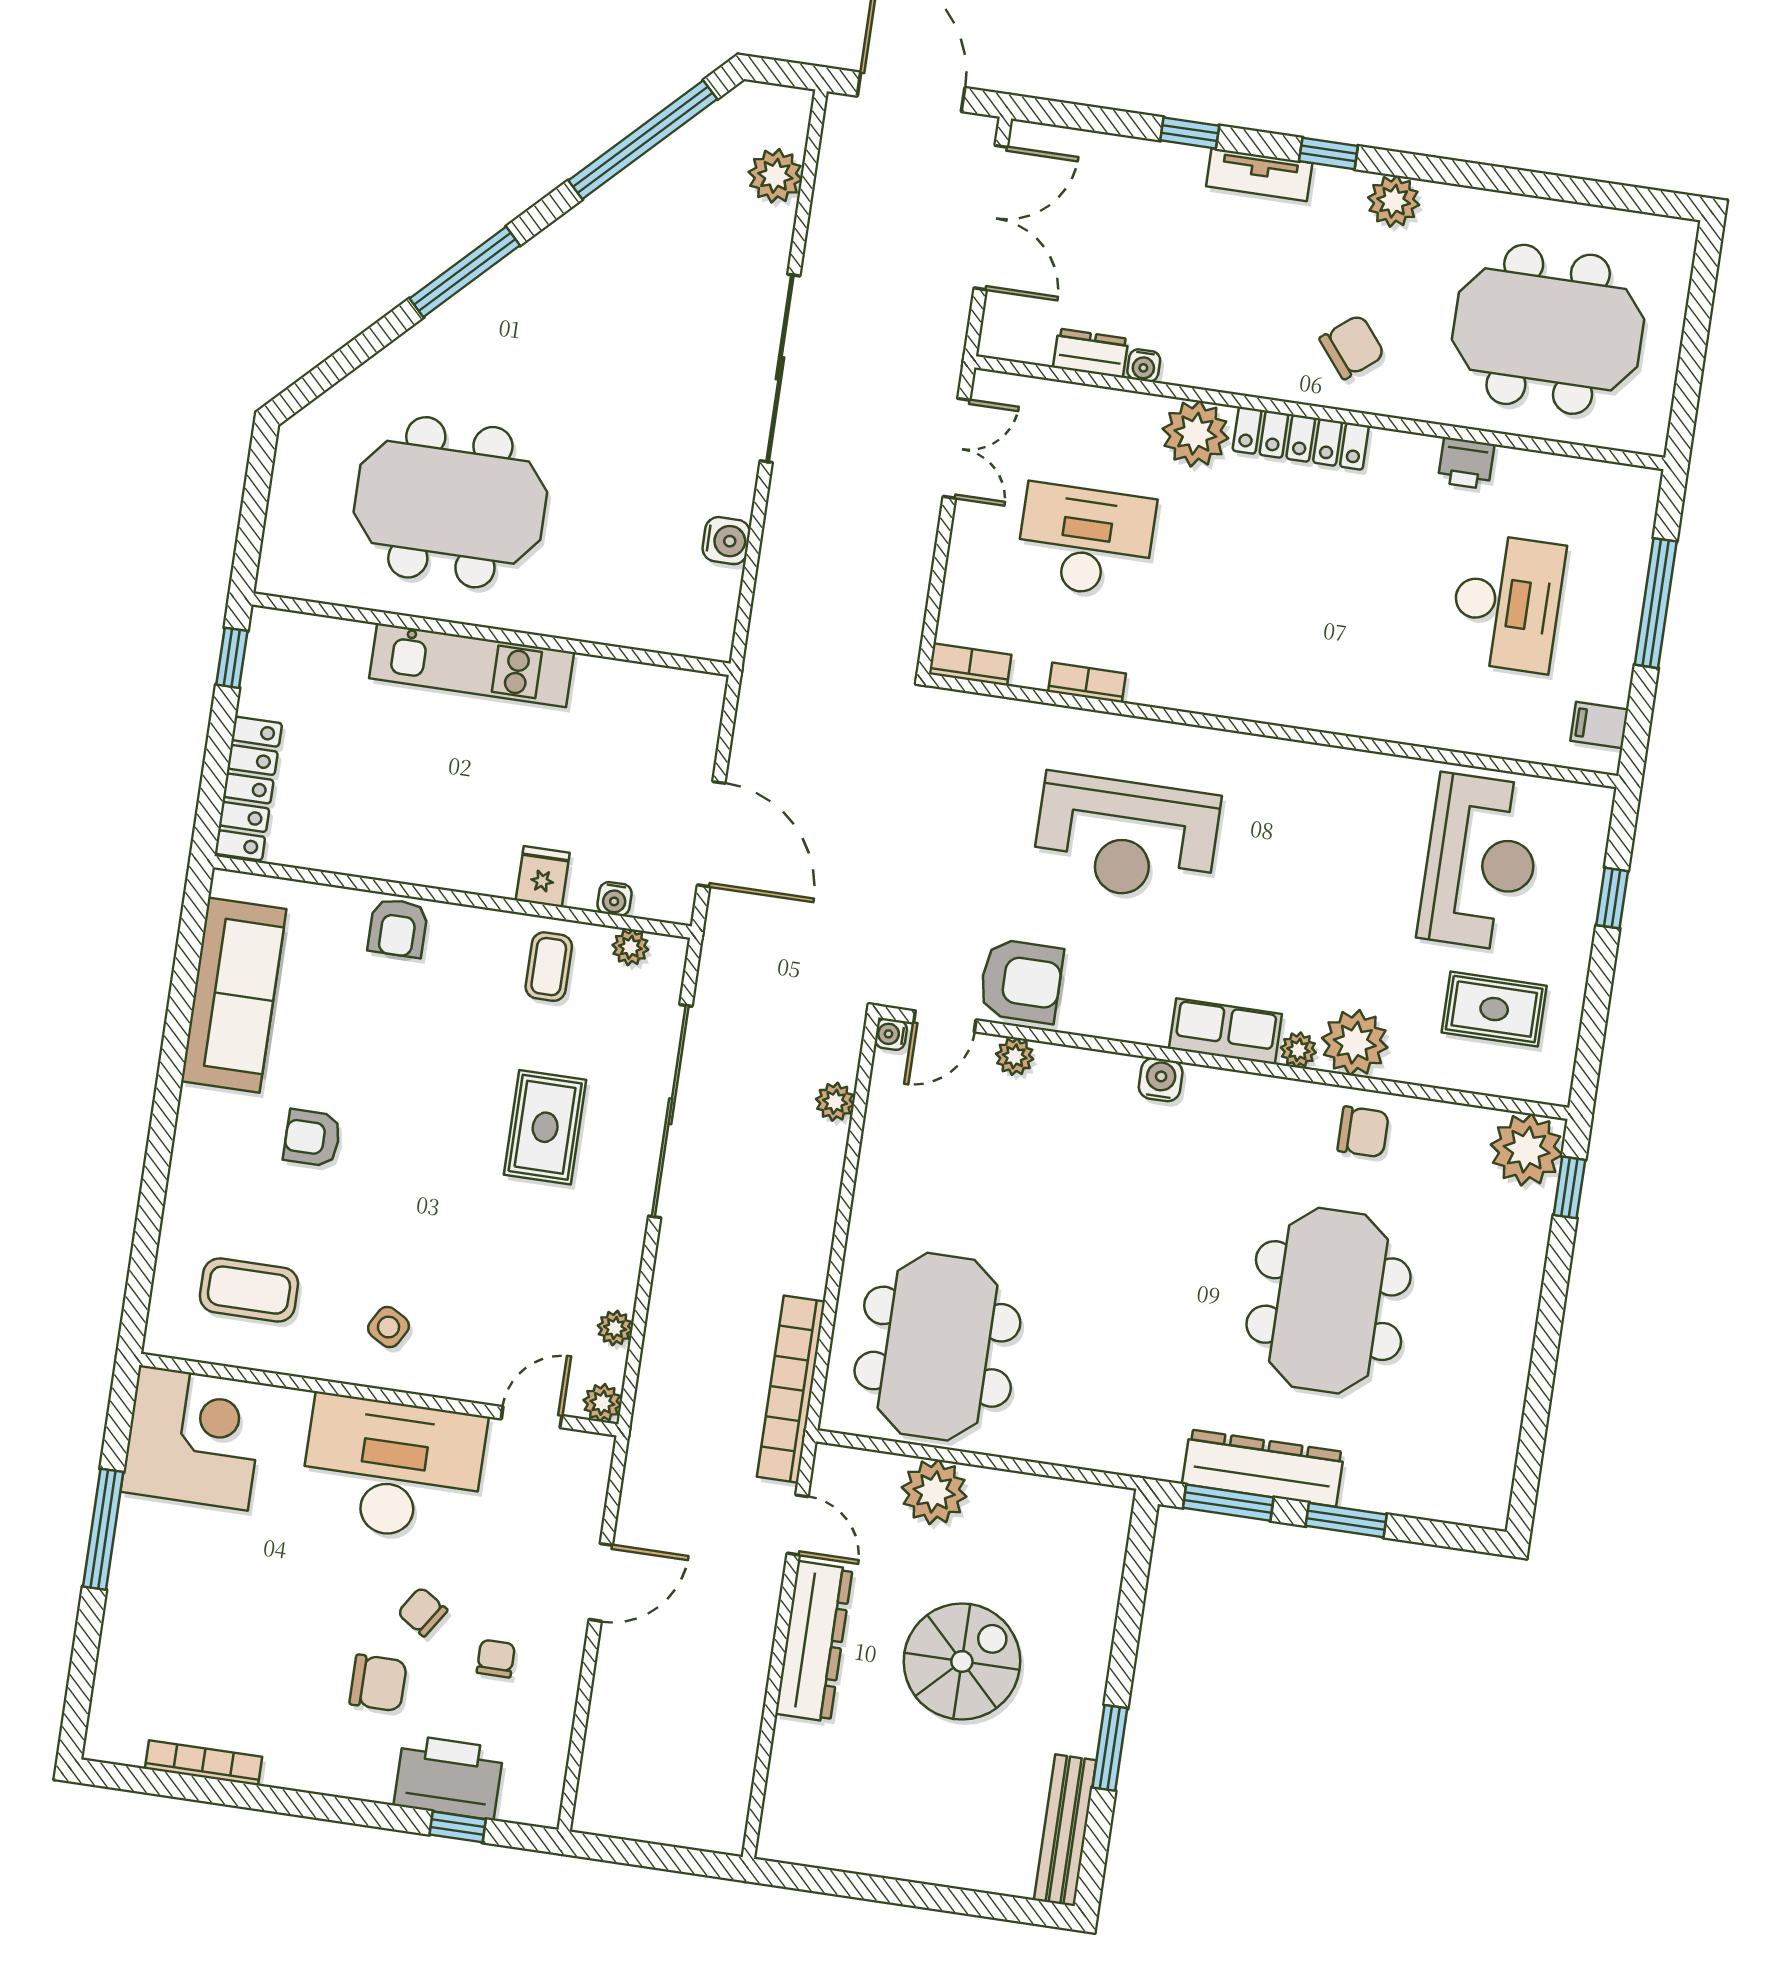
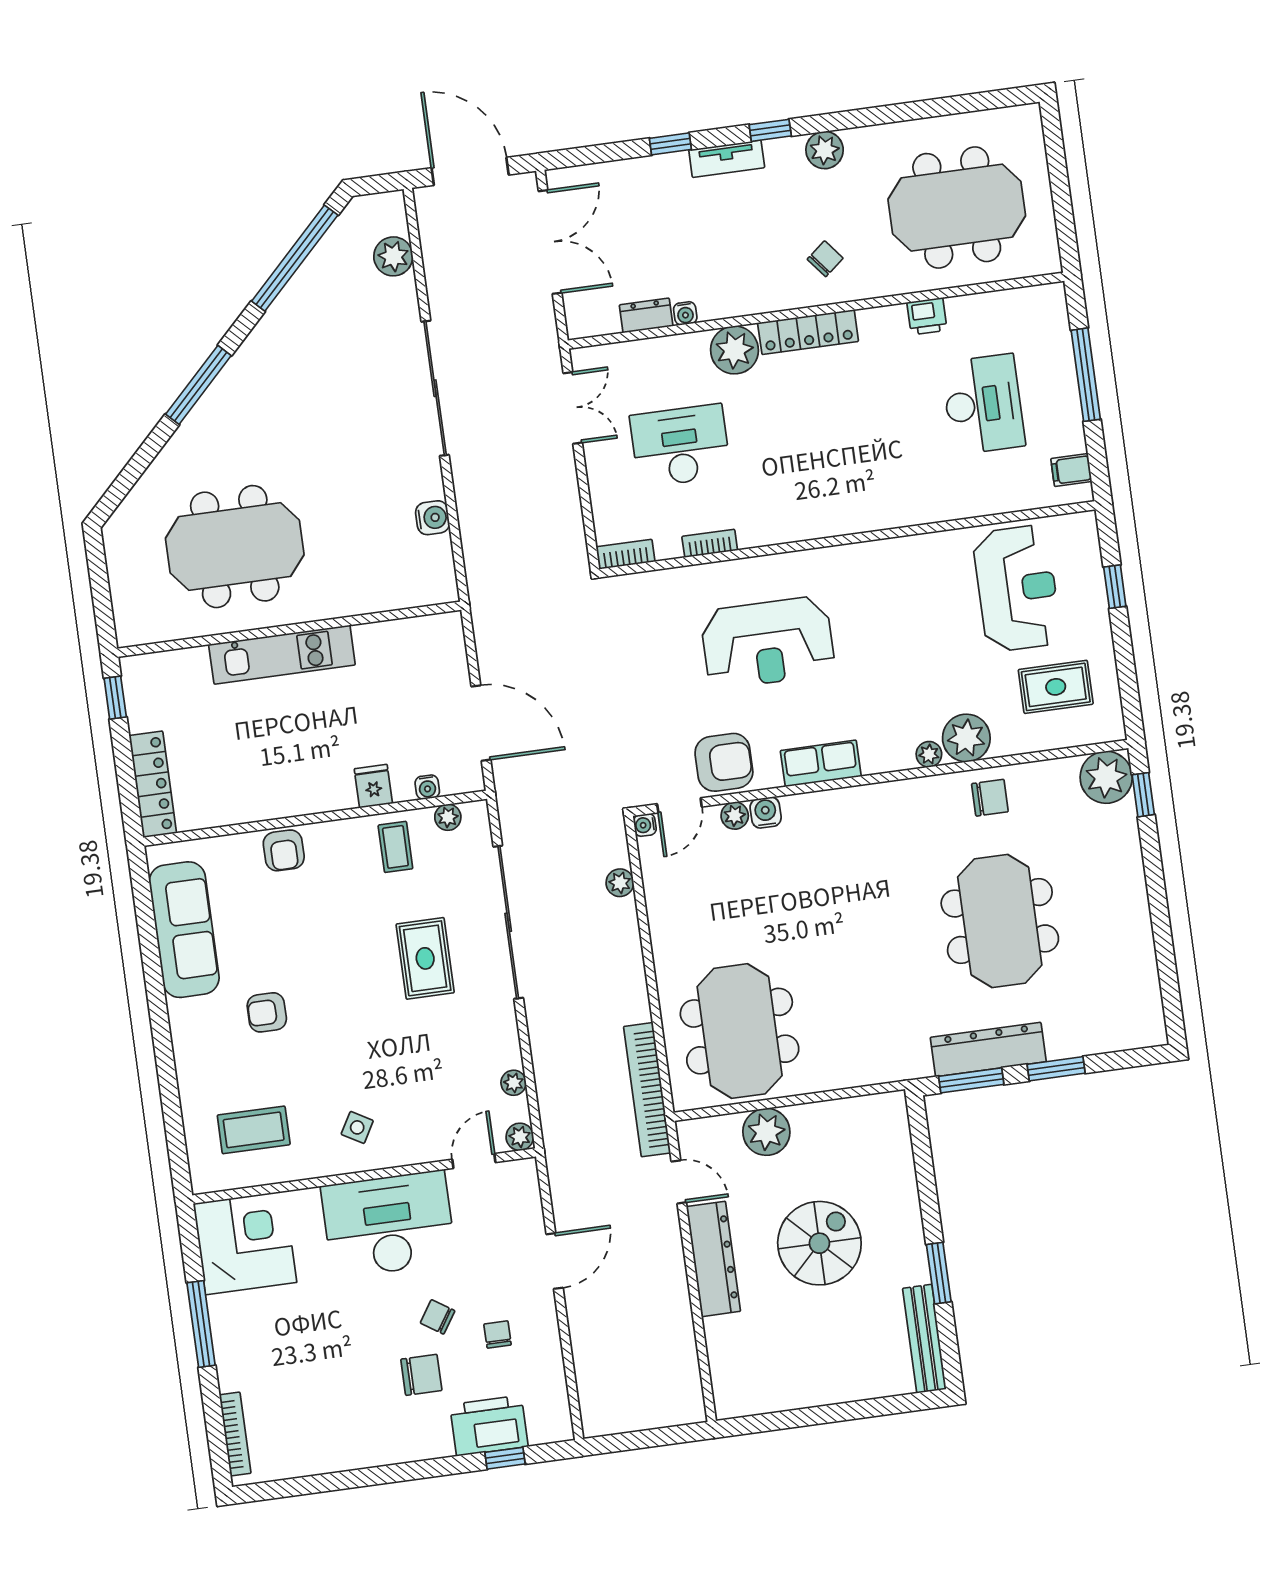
chair: (1352, 347) -> (825, 259), width x0.73, depth x0.73
row of seats: (1225, 1031) -> (821, 763), moved
water cooler: (1161, 1080) -> (766, 813), moved
bookcase: (204, 1763) -> (235, 1434), moved, turned 90

